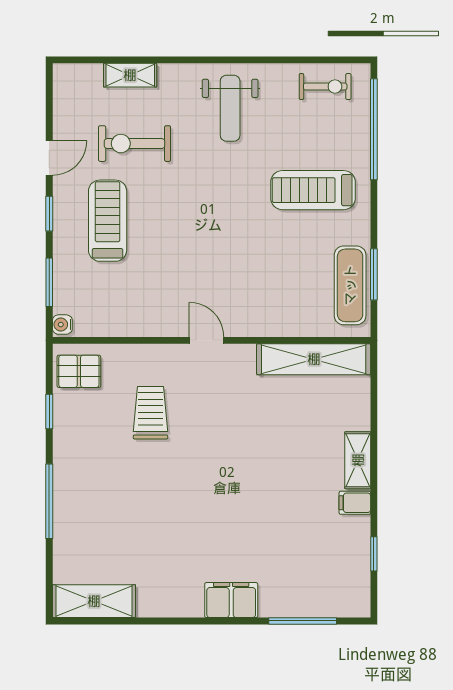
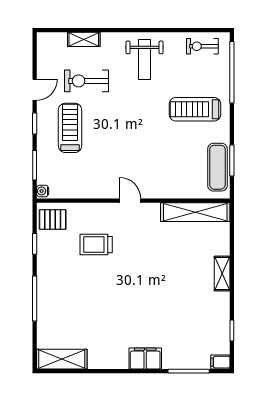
exercise bike: (325, 87) -> (202, 46), turned 180
trolley: (151, 413) -> (96, 245), turned -90
filing cabinet: (355, 503) -> (220, 362), moved

